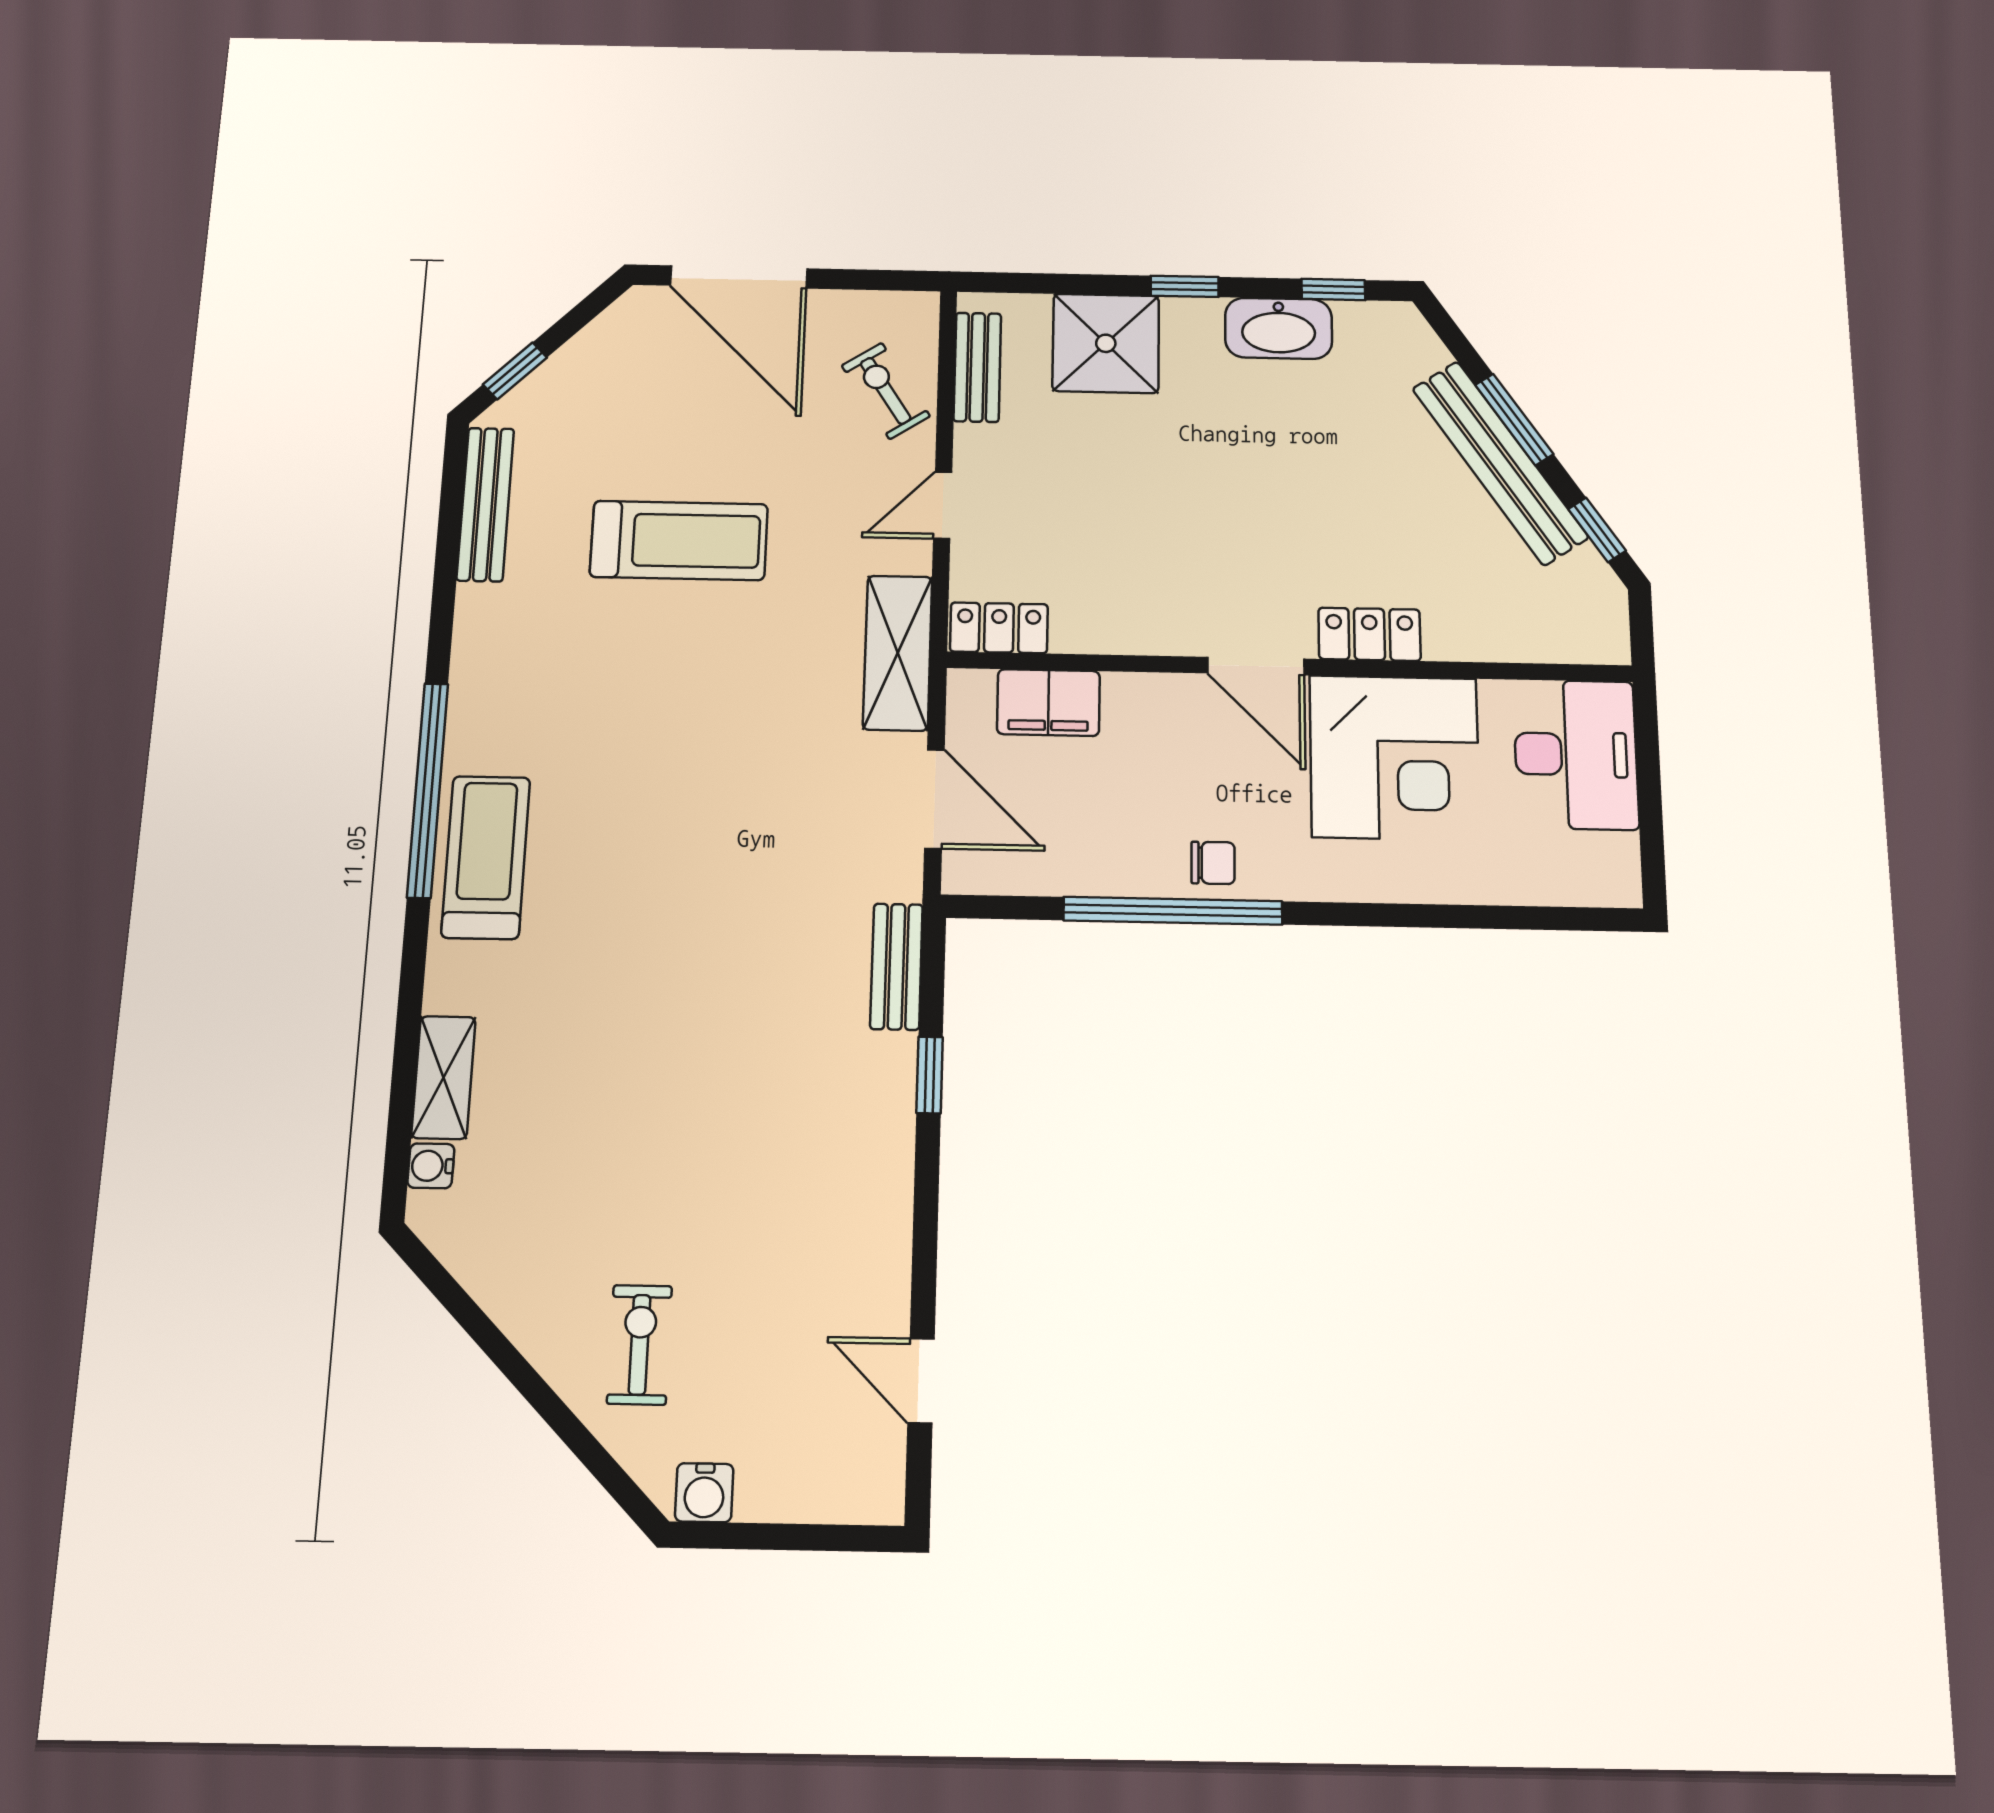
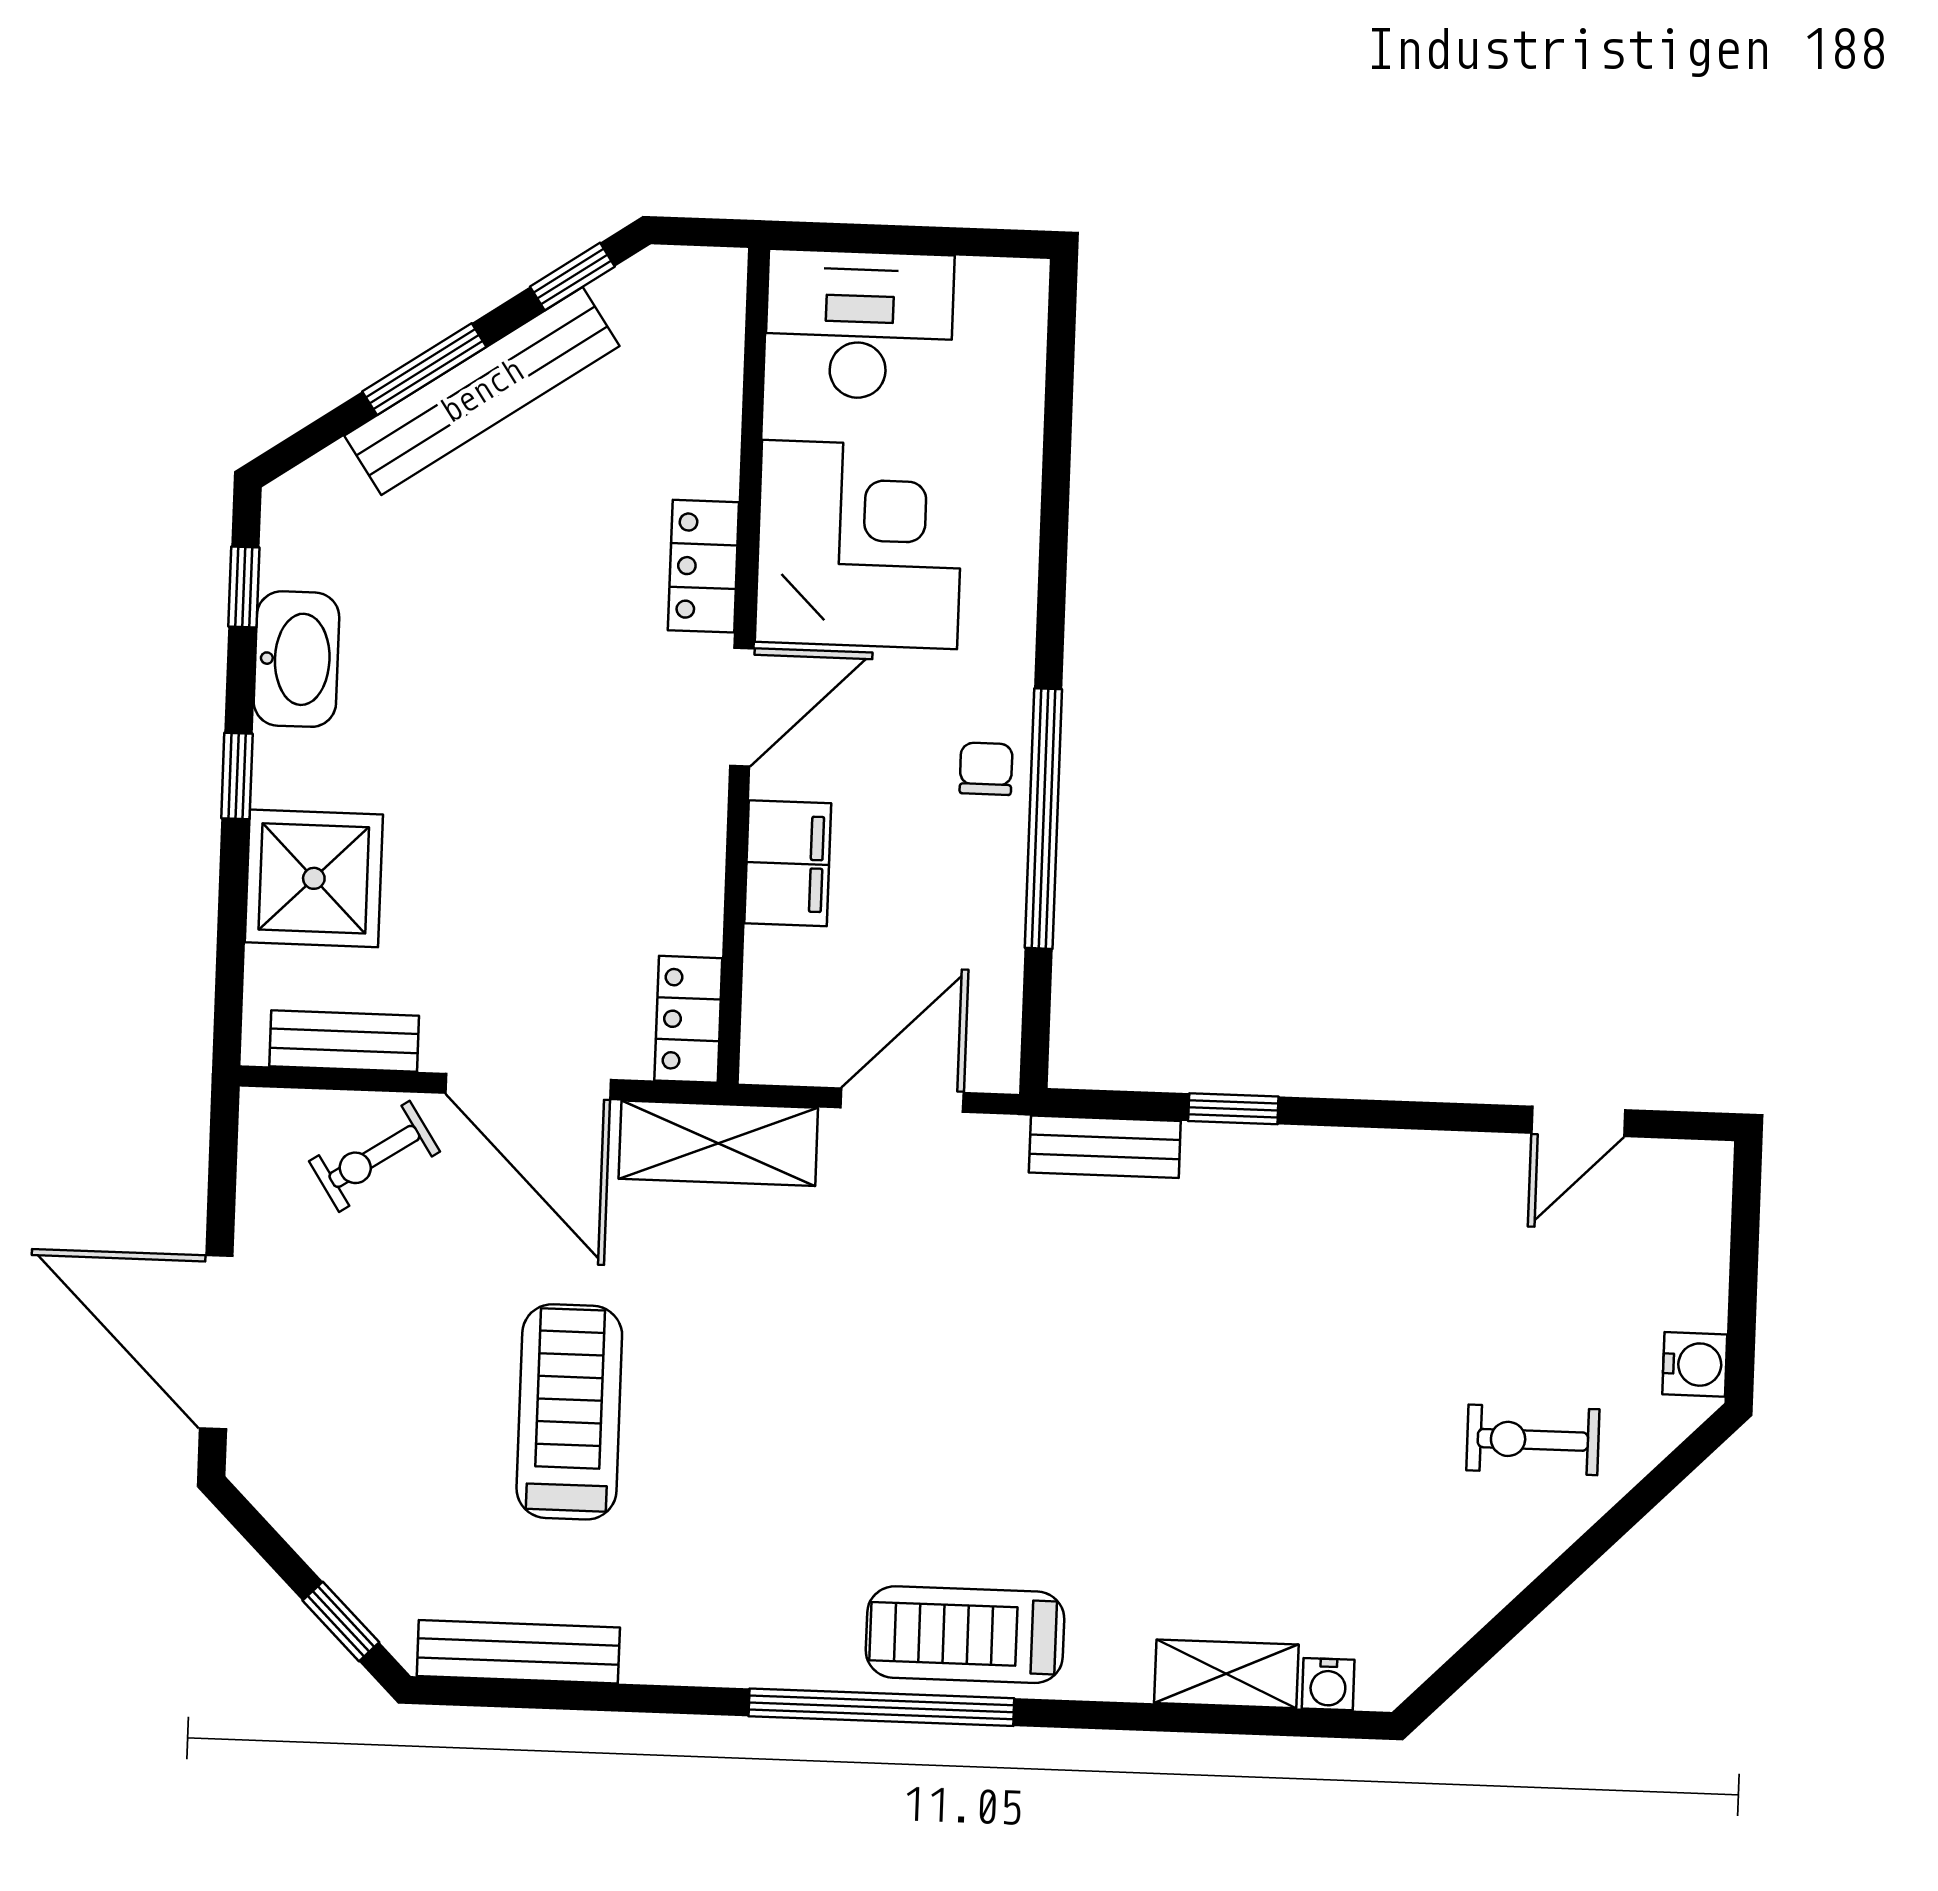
door: (739, 277) -> (216, 1342), swing flipped
door: (943, 505) -> (528, 1086), width x1.87
filing cabinet: (1048, 703) -> (788, 863), moved

